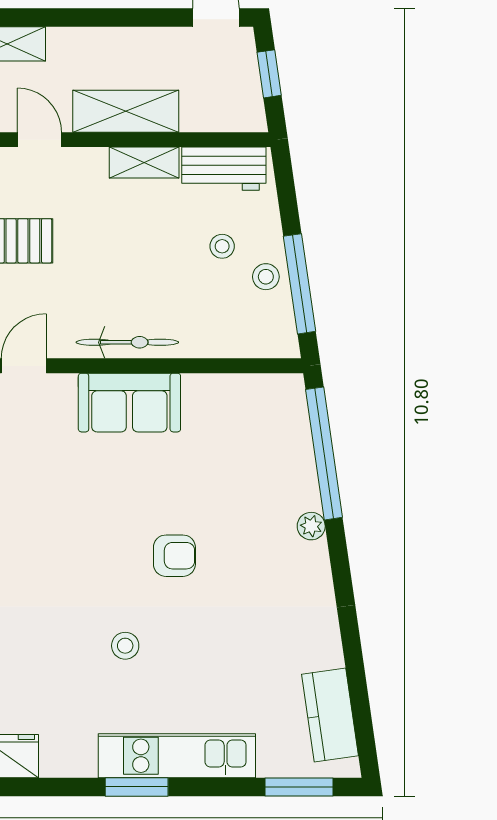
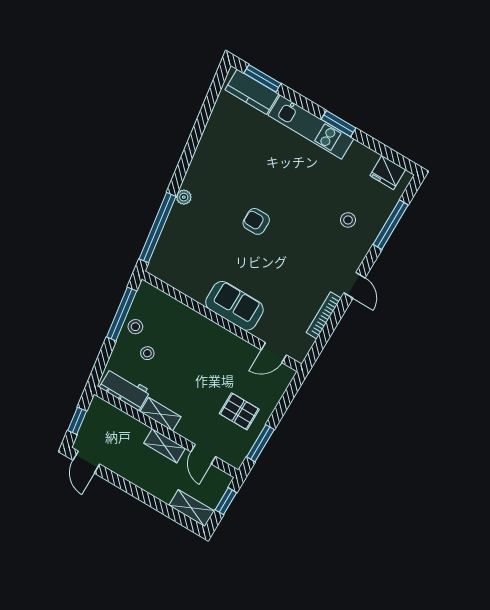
shelving: (126, 111) -> (165, 446), width x0.67, depth x0.75
bicycle: (127, 342) -> (219, 335), removed
stool: (125, 646) -> (348, 220), moved
kitchen counter: (330, 715) -> (252, 92), moved, turned 98

